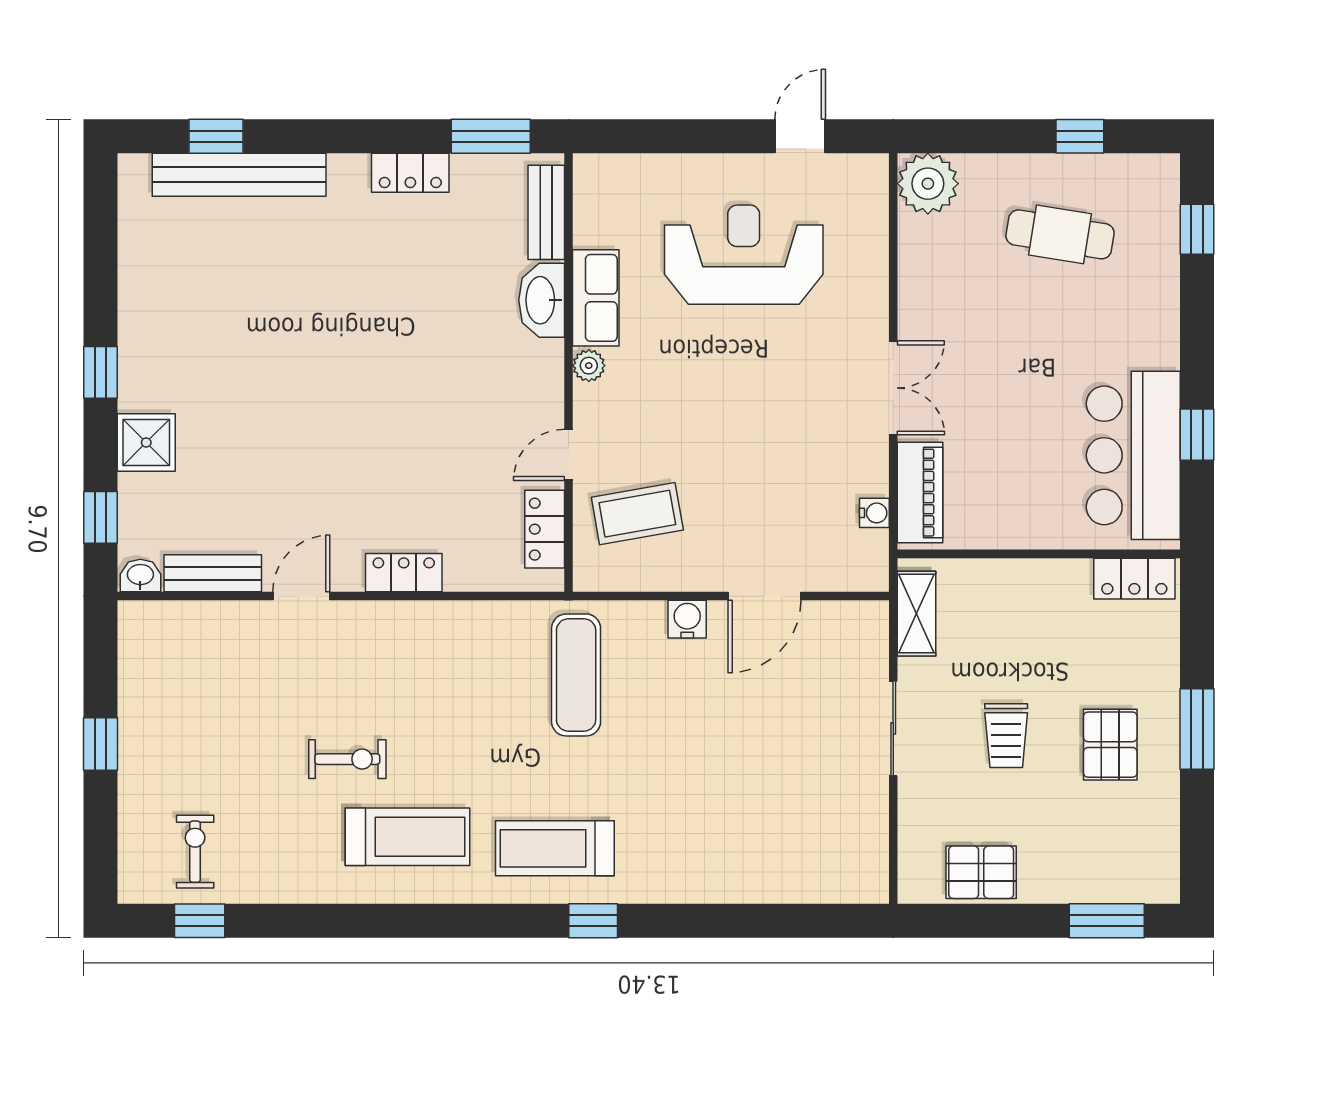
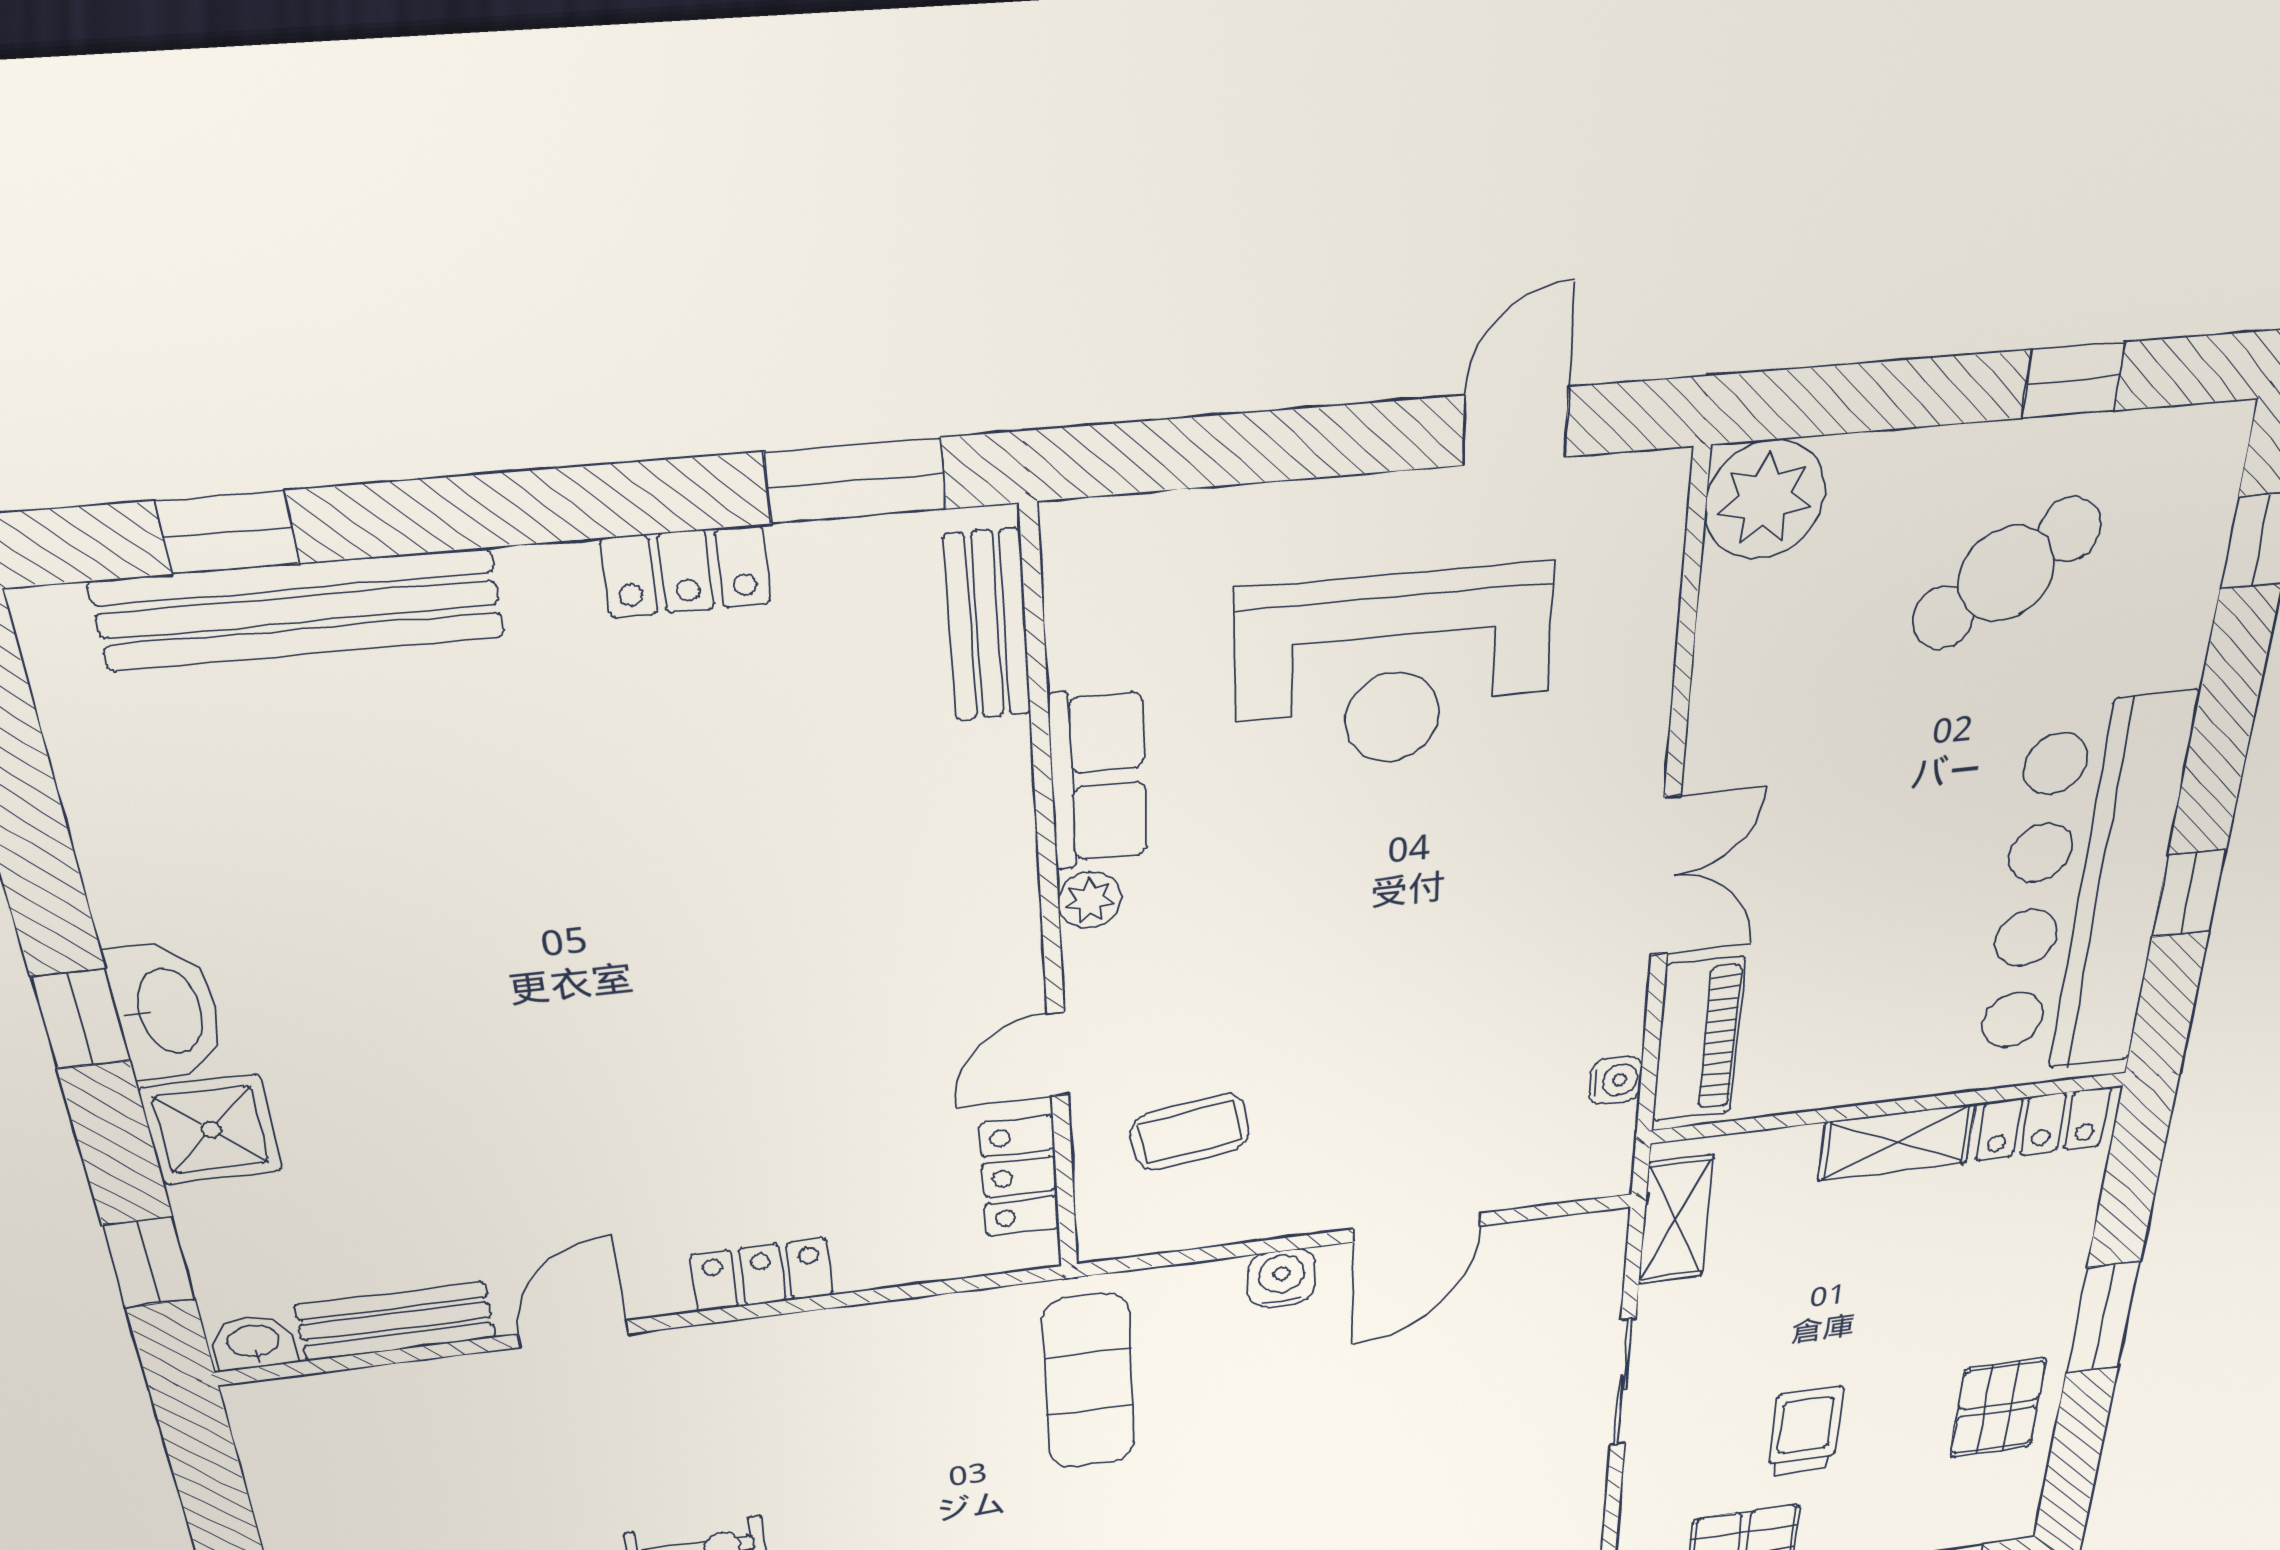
cafe table: (1060, 234) -> (2006, 574), turned -43
reception desk: (744, 255) -> (1393, 669), turned 180
washbasin: (542, 300) -> (167, 1011), moved, turned 180
bar counter: (1133, 455) -> (2083, 890), width x1.36
coffee table: (637, 514) -> (1190, 1132), width x0.73, depth x0.77
shelving: (1045, 578) -> (1897, 1142), added
trolley: (1006, 736) -> (1805, 1431), moved, turned 180
pallet: (1110, 745) -> (1998, 1408), moved

